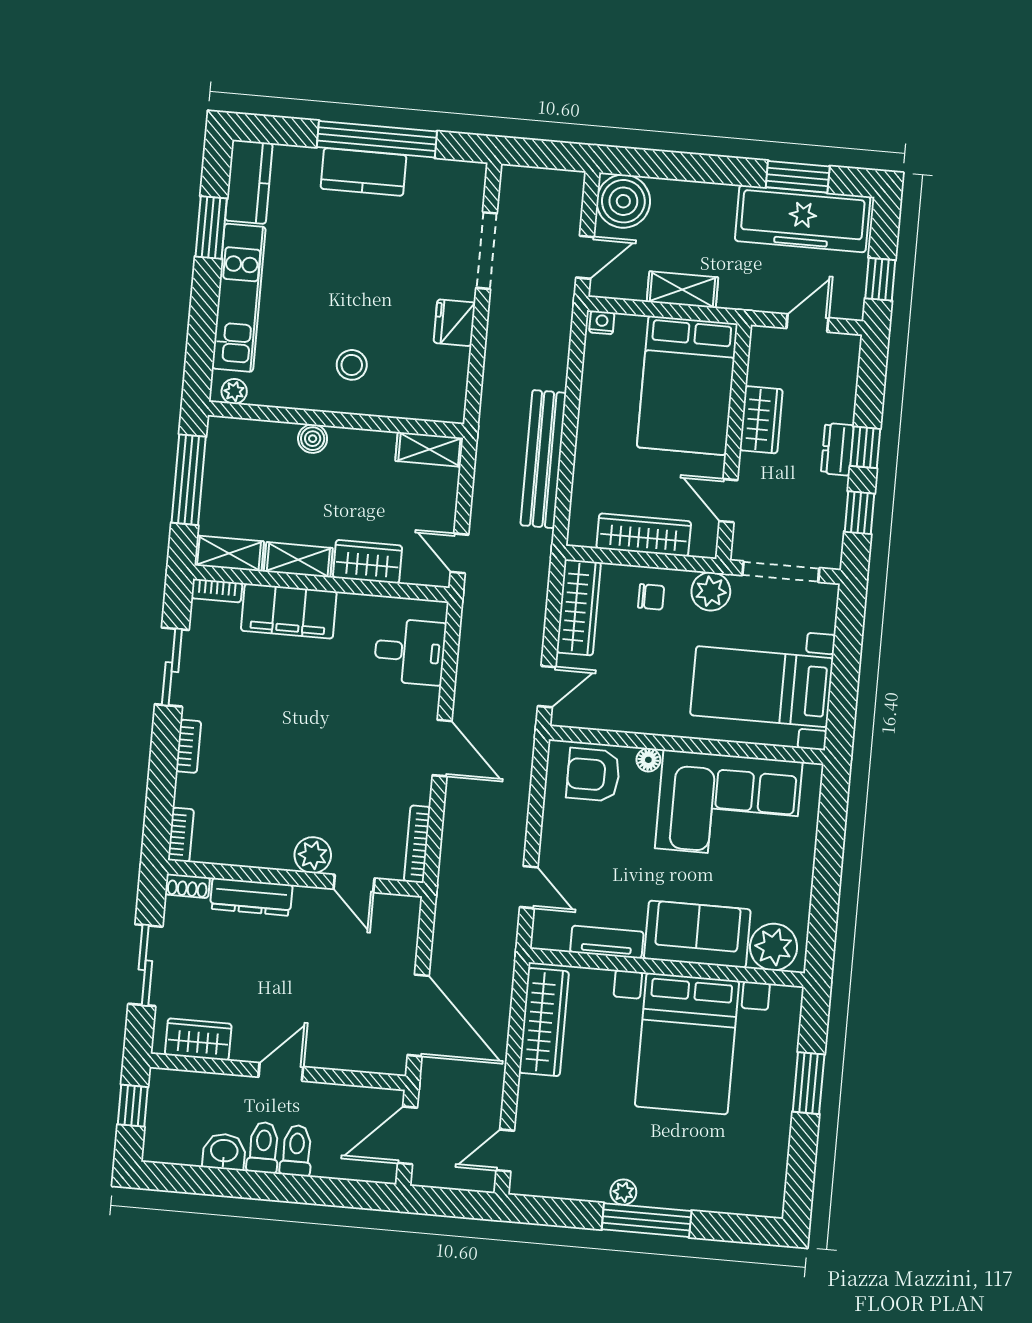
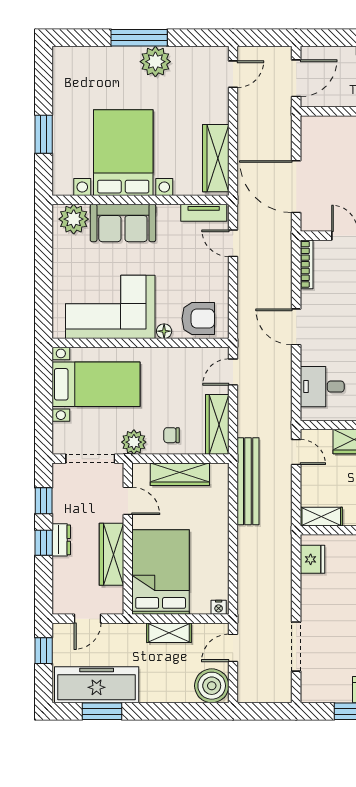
fridge: (454, 323) -> (312, 559), moved
wardrobe: (761, 420) -> (112, 554), width x1.50
bench: (543, 459) -> (248, 481), moved
tv unit: (607, 942) -> (204, 213), moved
door: (418, 1015) -> (296, 187), moved
plant: (623, 1192) -> (155, 62), width x1.88, depth x1.88

